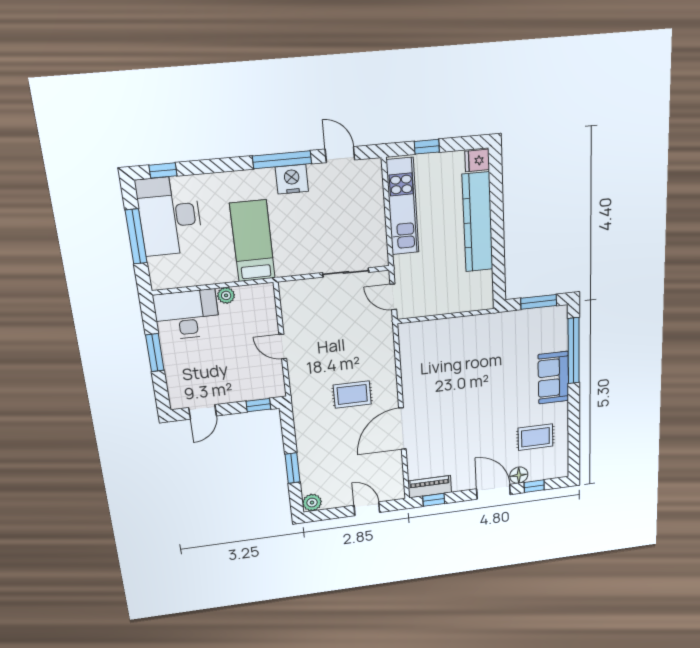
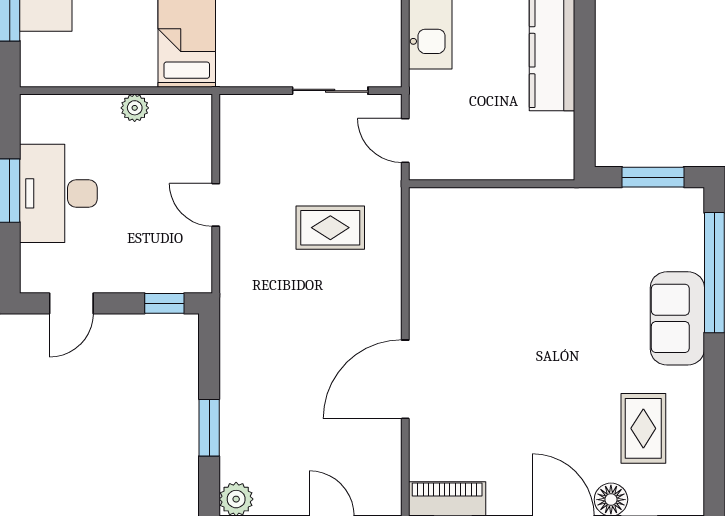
desk: (187, 315) -> (58, 193), moved, turned -90
rug: (352, 394) -> (330, 228), moved
rug: (535, 437) -> (643, 428), turned 90

